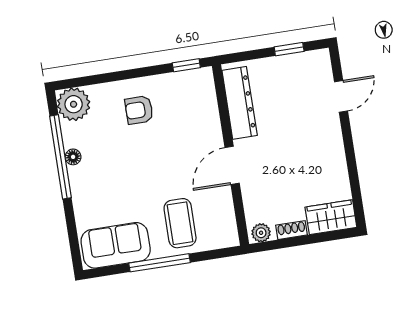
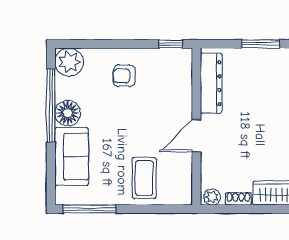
window: (289, 49) -> (261, 44), width x1.50
floor lamp: (73, 157) -> (68, 113), width x1.89, depth x1.89
sofa: (116, 245) -> (72, 156), moved, turned 90
window: (159, 263) -> (90, 209), moved

